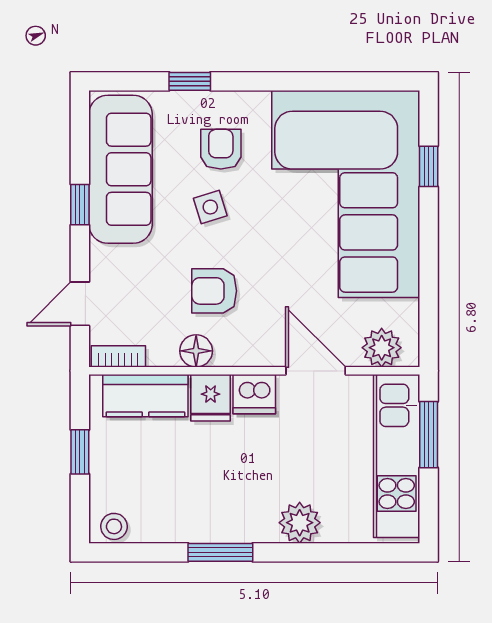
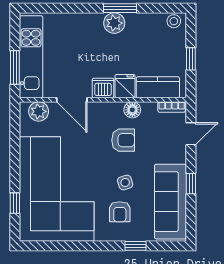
plant: (300, 523) -> (114, 23), moved

